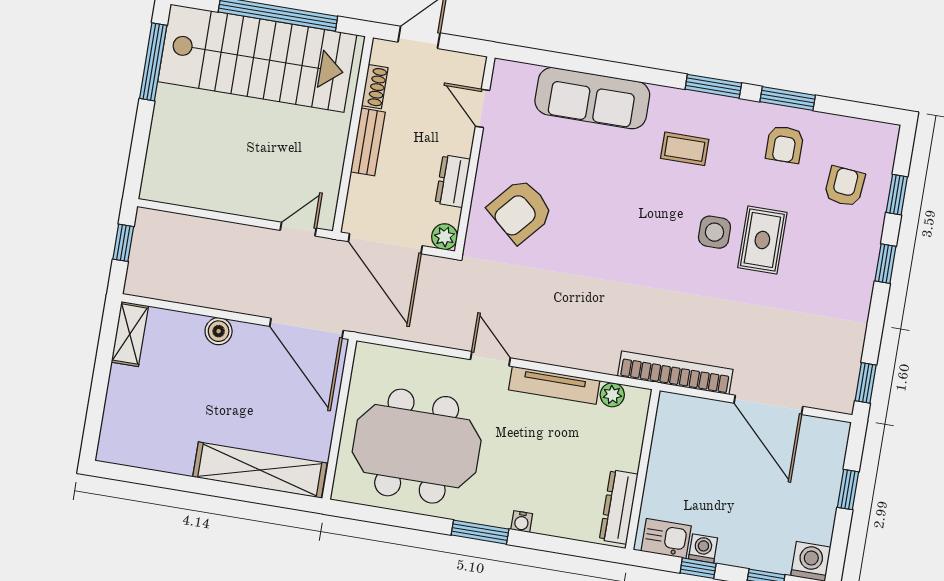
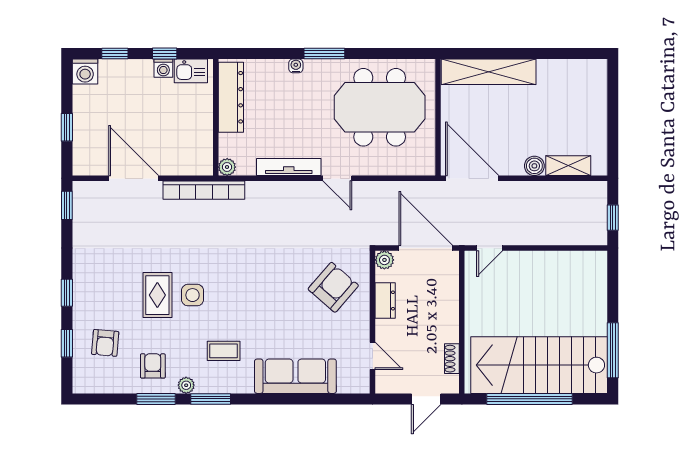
plant: (744, 110) -> (186, 385), added
bench: (368, 142) -> (450, 318), removed
shelving: (130, 334) -> (568, 166), moved, turned 90
plant: (612, 395) -> (227, 167), moved
dresser: (619, 507) -> (231, 97), width x1.37, depth x1.24

